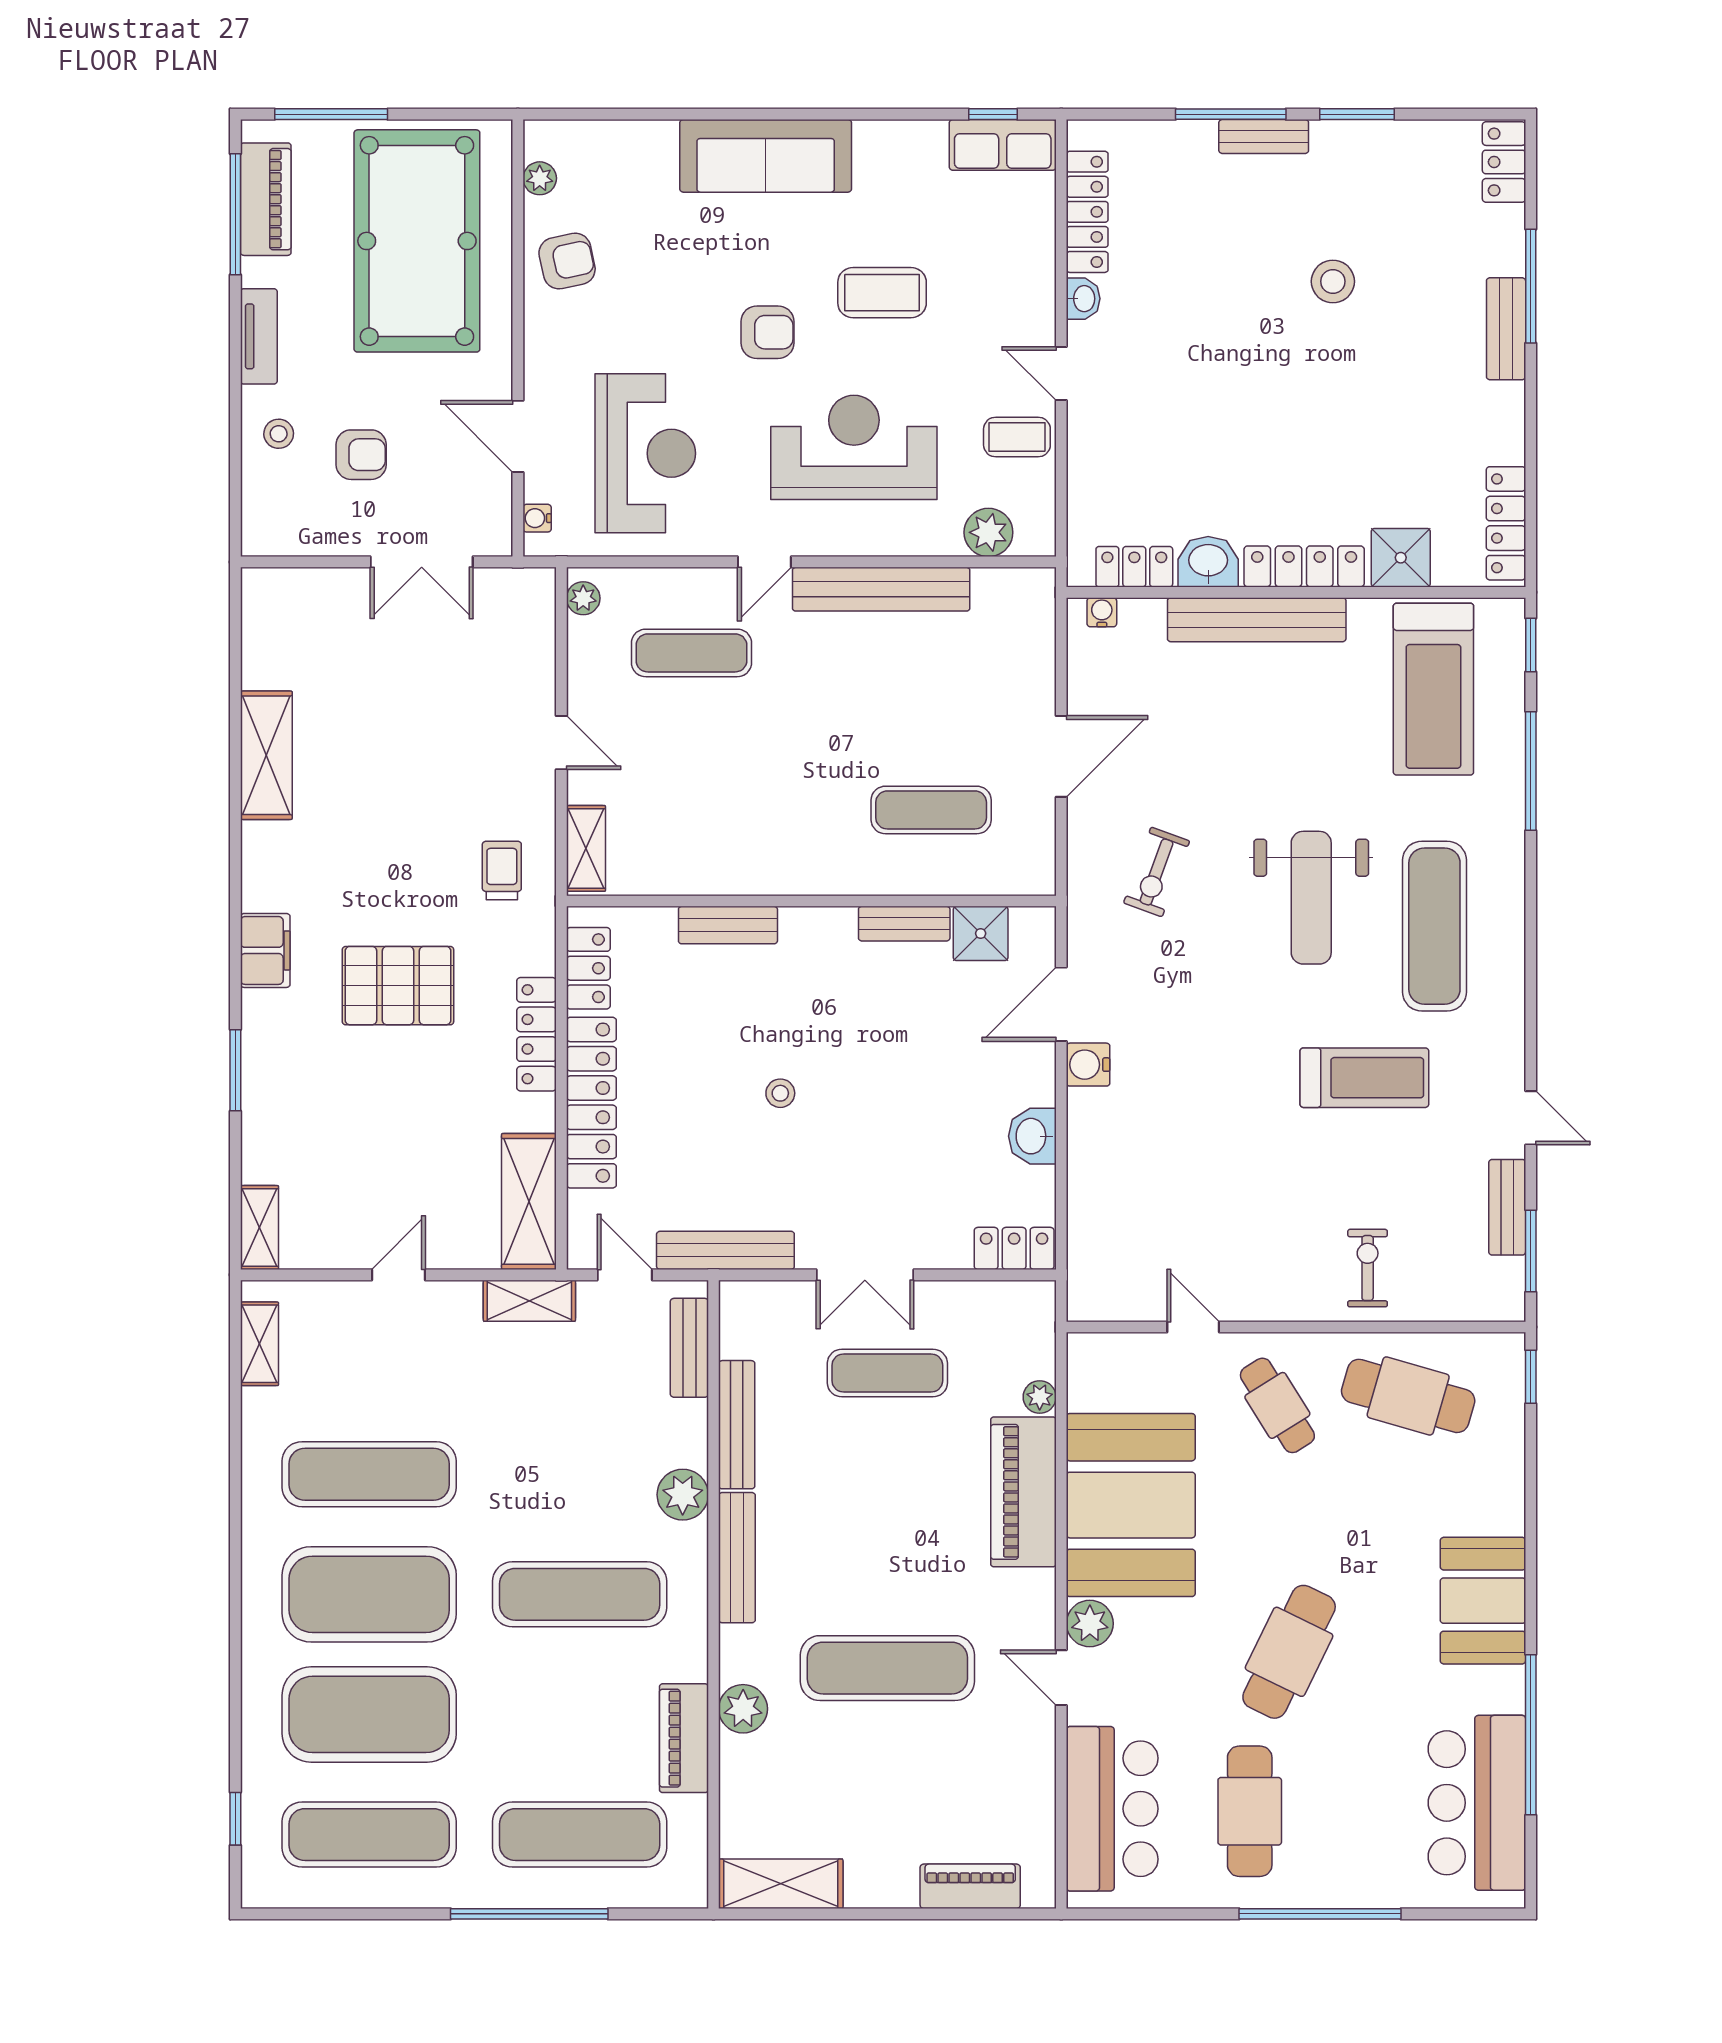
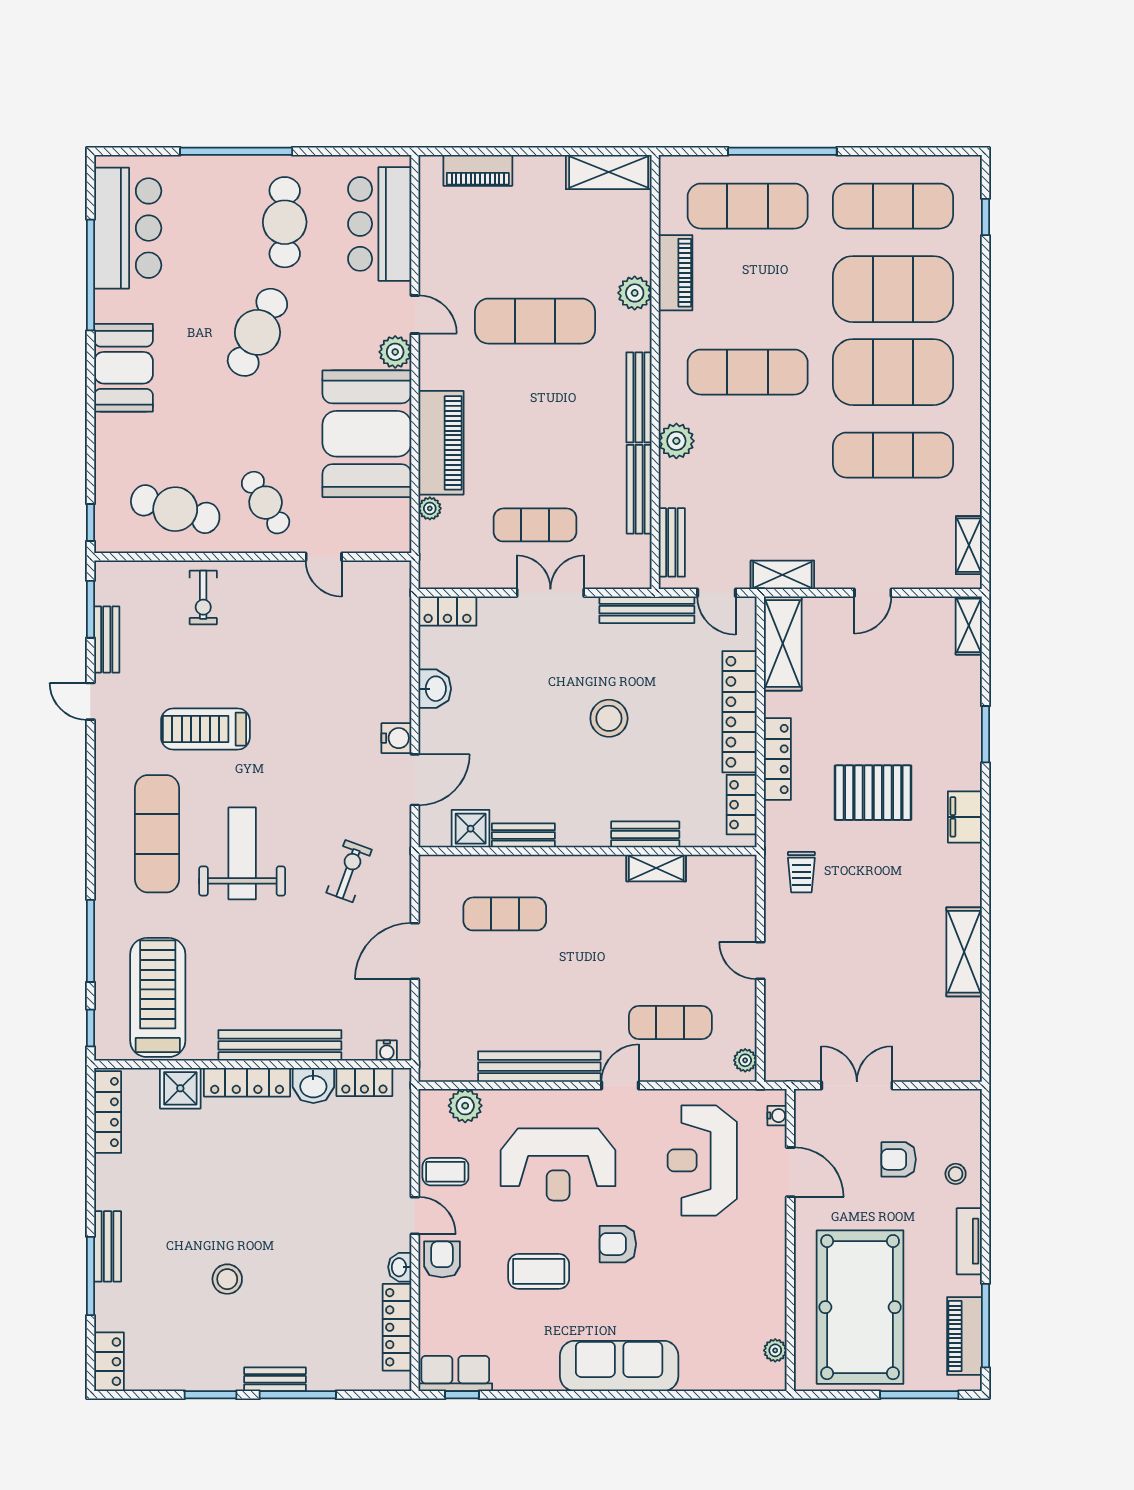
armchair: (567, 261) -> (442, 1259), moved, turned 102
shelving: (586, 848) -> (656, 868), moved, turned 90
stool: (780, 1093) -> (609, 718), width x1.89, depth x1.89

